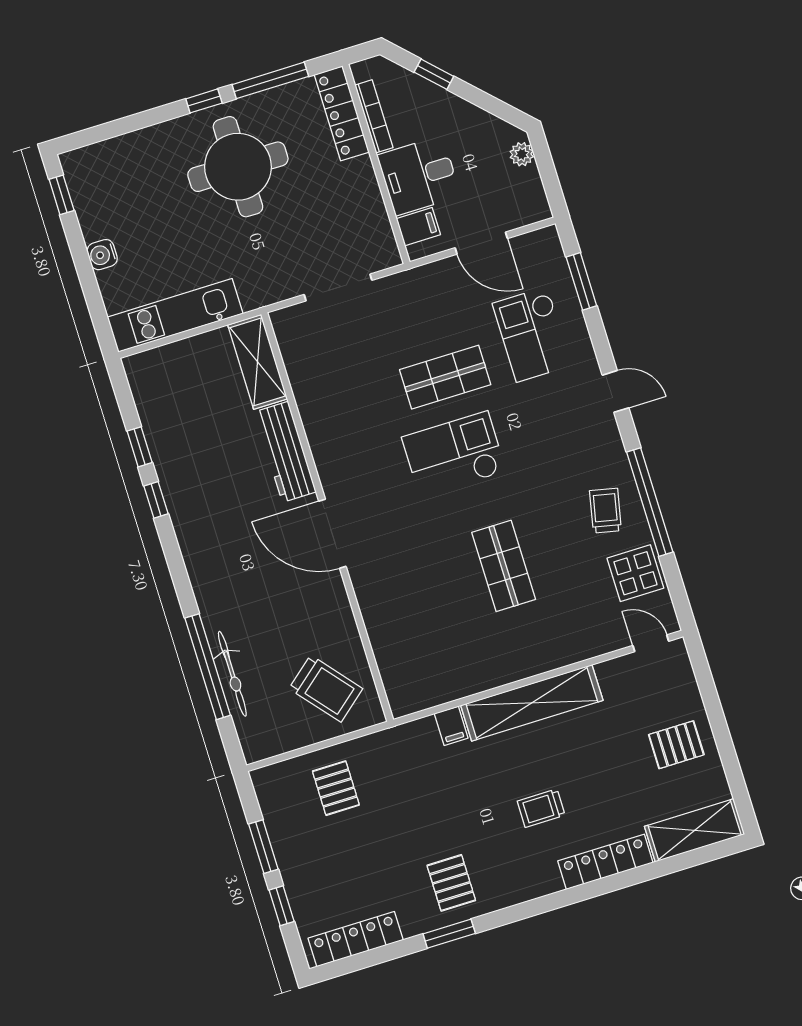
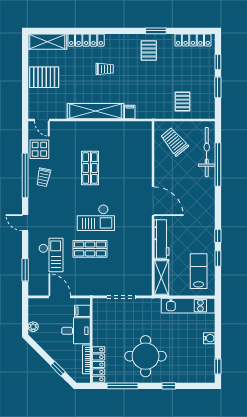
window: (204, 101) -> (169, 386), moved
lab bench: (176, 404) -> (199, 271), added
bicycle: (232, 674) -> (207, 152), width x1.37, depth x1.40
pallet: (676, 745) -> (44, 77), width x1.50, depth x1.42

